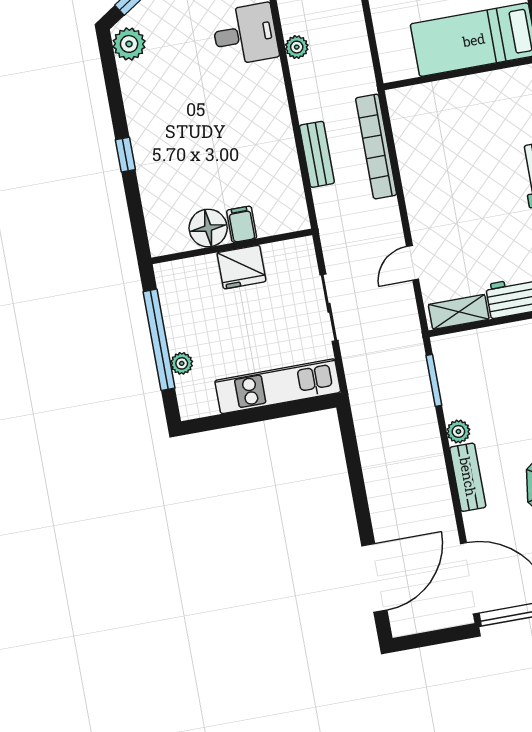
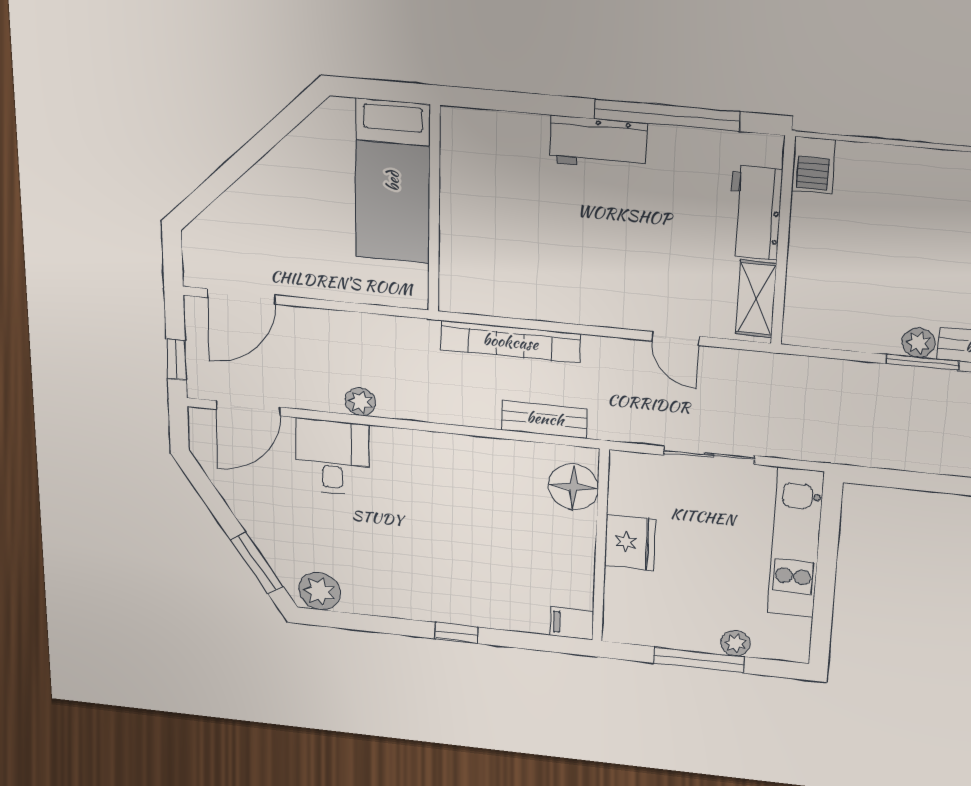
bench: (317, 154) -> (545, 419), moved
filing cabinet: (242, 224) -> (572, 623), moved
floor lamp: (208, 228) -> (573, 487), moved
window: (159, 340) -> (699, 660), width x0.68
window: (434, 380) -> (923, 363), moved

